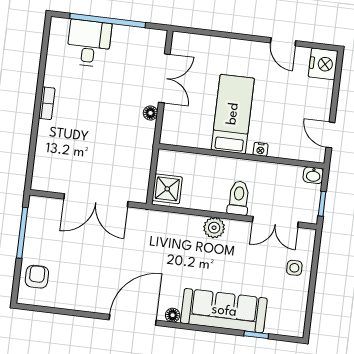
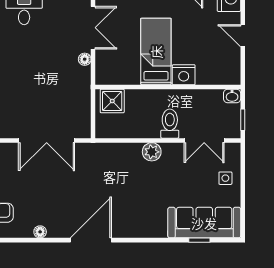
door: (330, 135) -> (243, 36), moved
nightstand: (261, 149) -> (184, 75), width x1.89, depth x1.79
shower: (167, 189) -> (112, 101), moved
sofa: (224, 311) -> (204, 223), moved
floor lamp: (173, 315) -> (40, 232), moved

